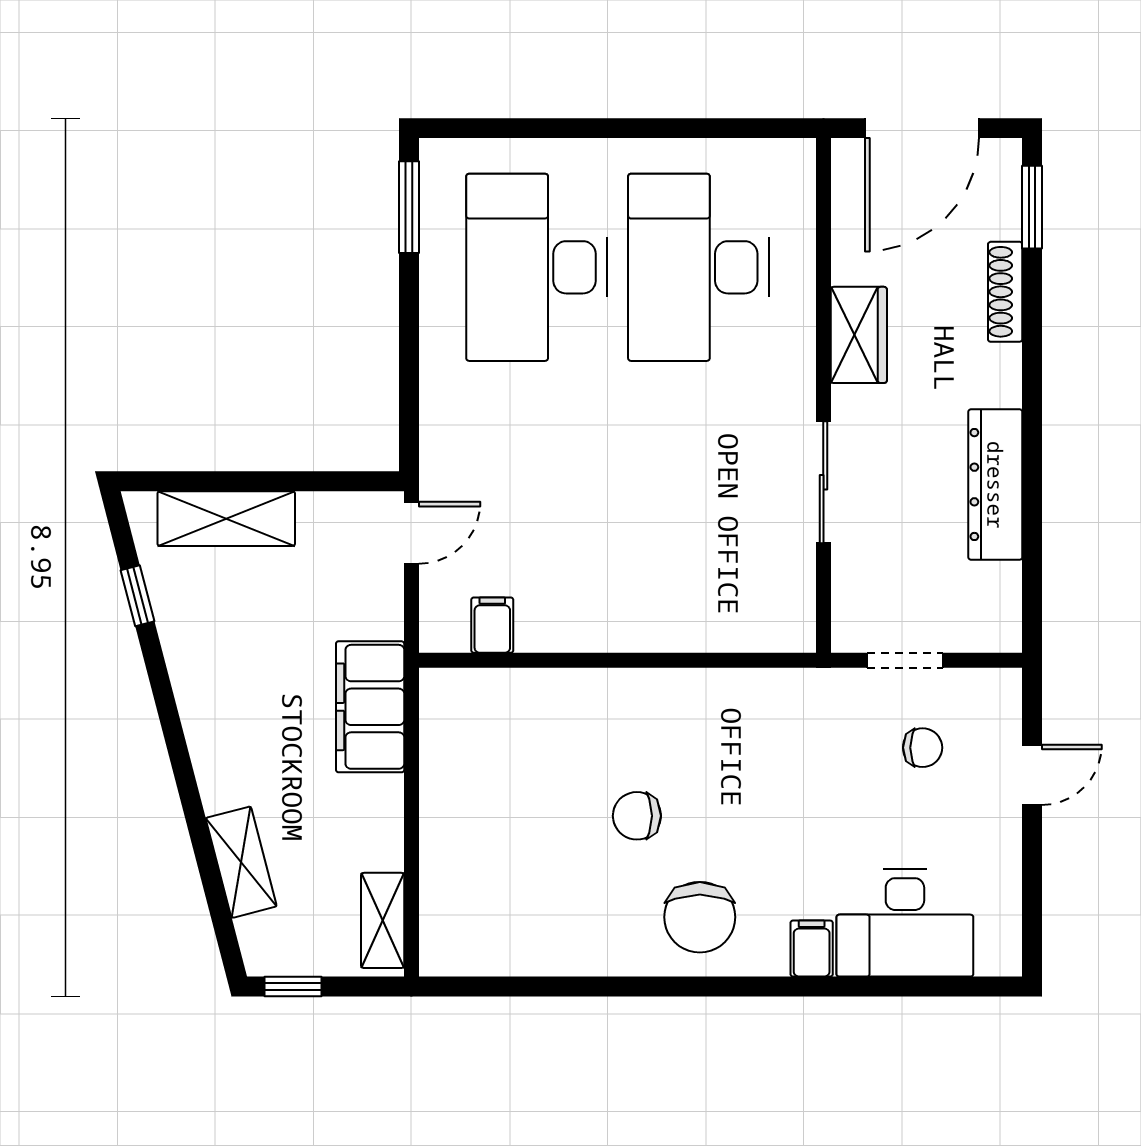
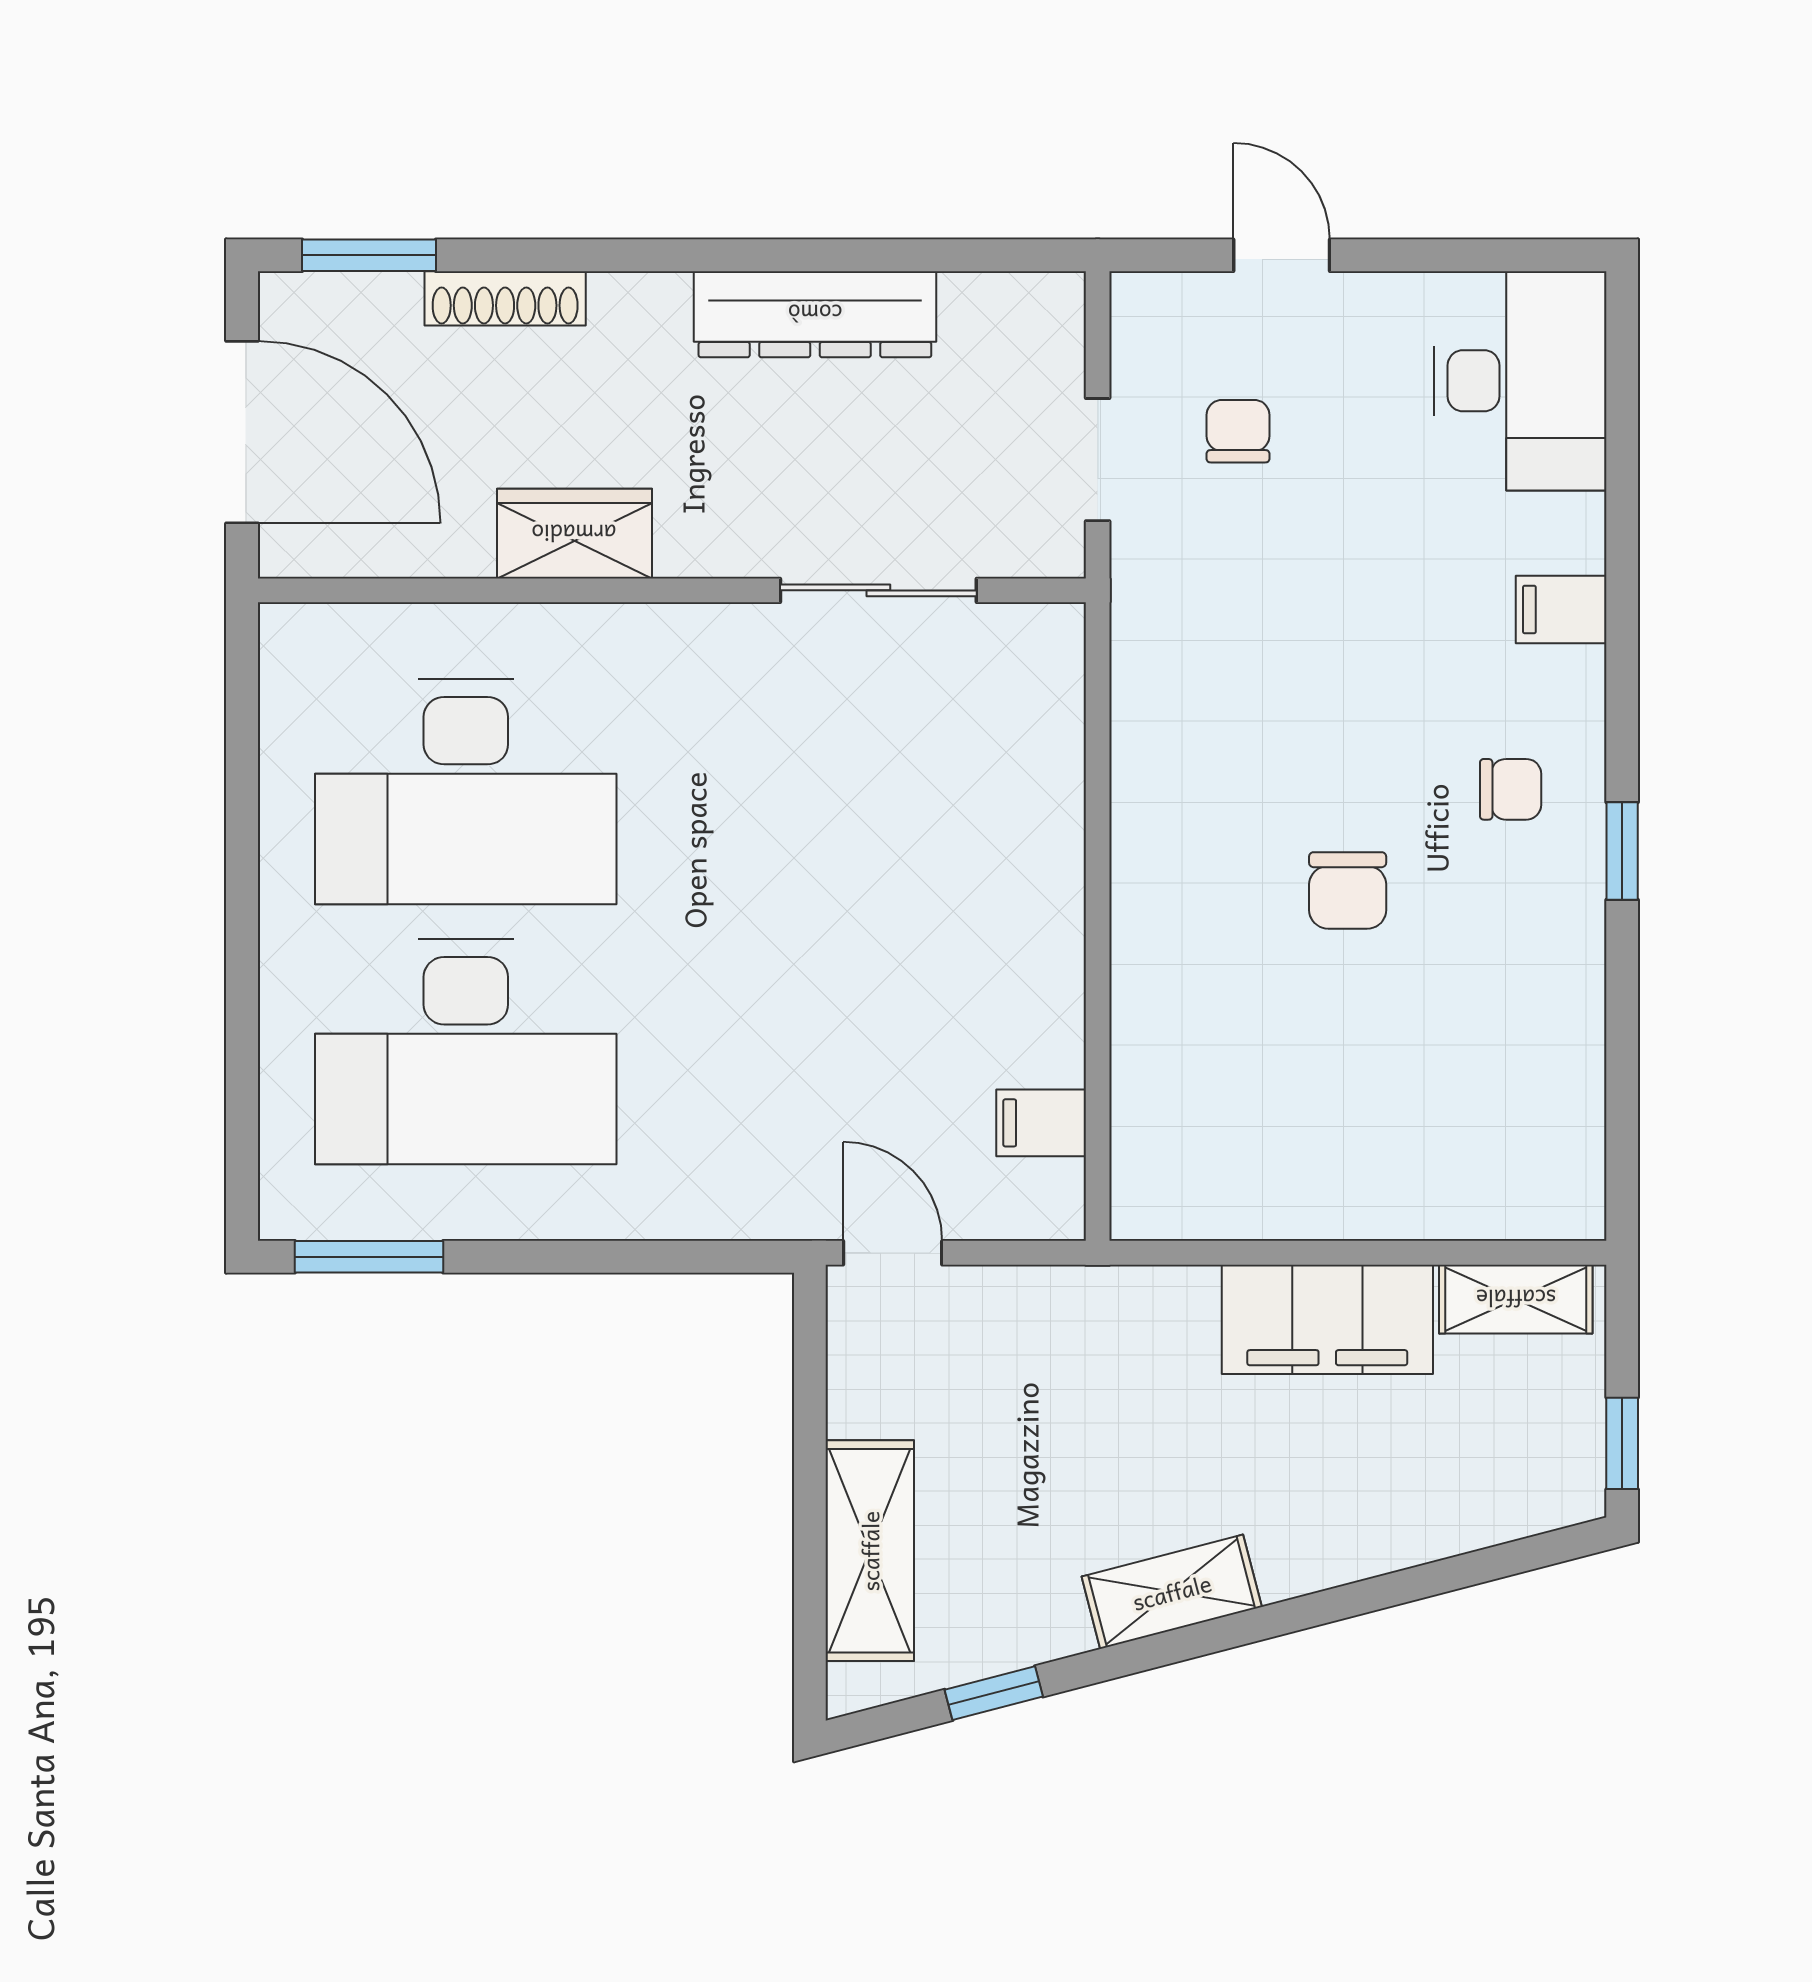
sliding door: (823, 482) -> (878, 590), moved
filing cabinet: (370, 707) -> (1327, 1319), moved
shelving: (241, 862) -> (1172, 1592), moved
chair: (700, 917) -> (1511, 789), width x0.54, depth x0.54
desk: (905, 923) -> (1520, 381), moved
window: (661, 987) -> (1622, 851), added

